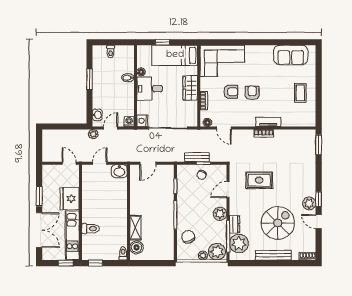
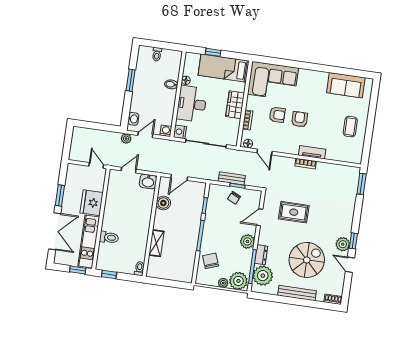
desk: (150, 89) -> (192, 104), width x1.37
boiler: (137, 247) -> (163, 203), moved

